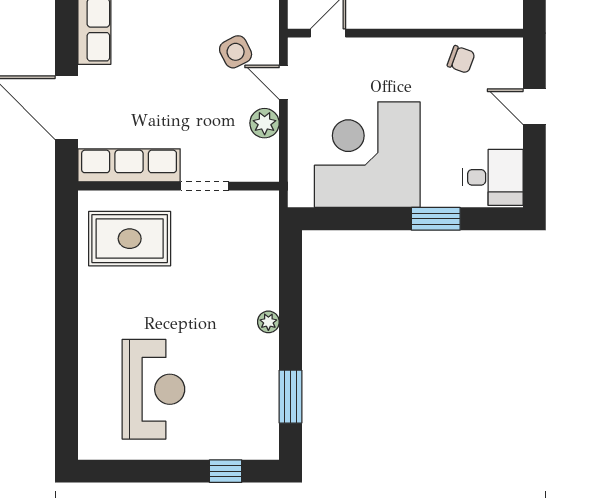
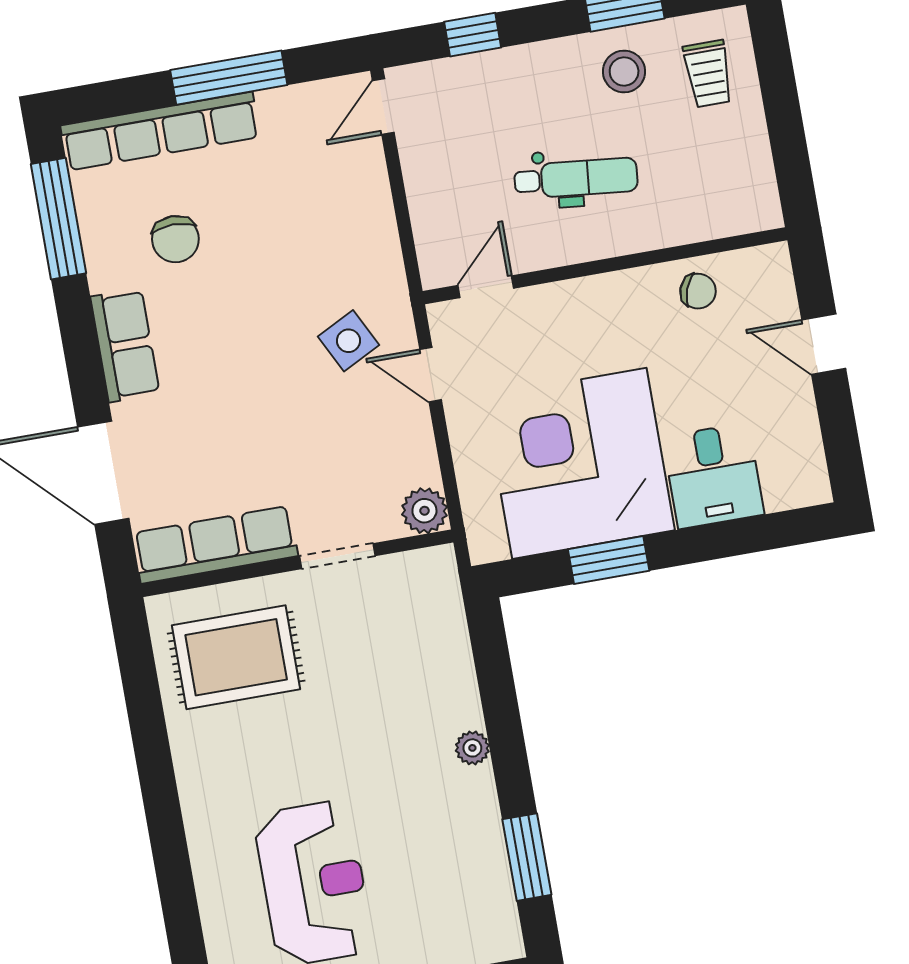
plant: (265, 123) -> (424, 511), moved
desk: (493, 177) -> (713, 476), moved, turned 90
window: (436, 219) -> (609, 560), moved

